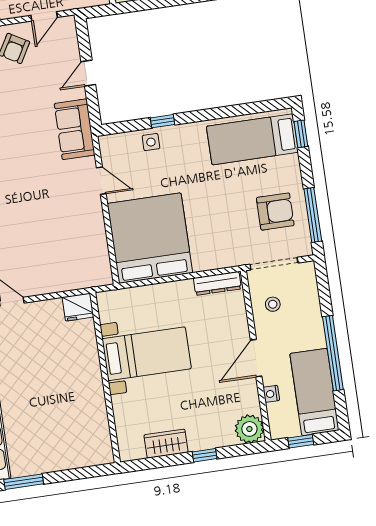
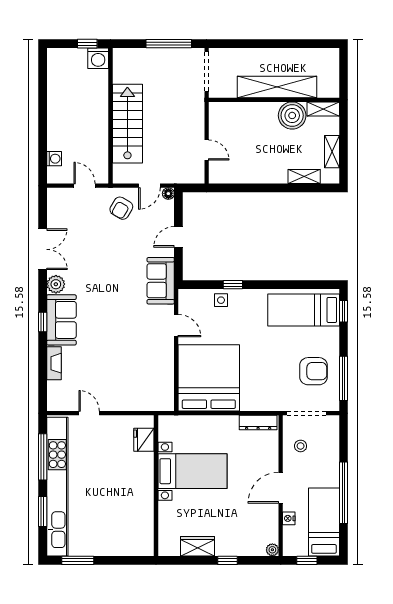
floor lamp: (68, 23) -> (168, 194), added
fridge: (78, 307) -> (144, 440), moved, turned 90
plant: (249, 429) -> (272, 550), width x0.53, depth x0.53

